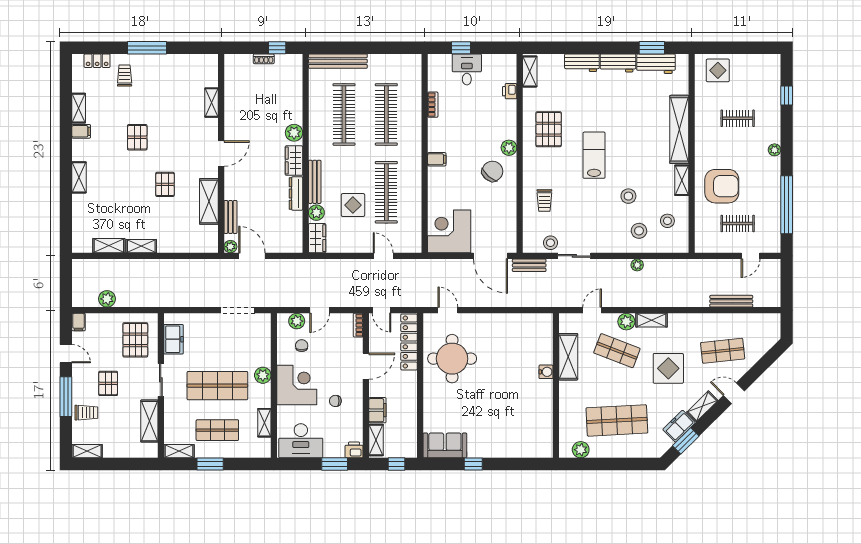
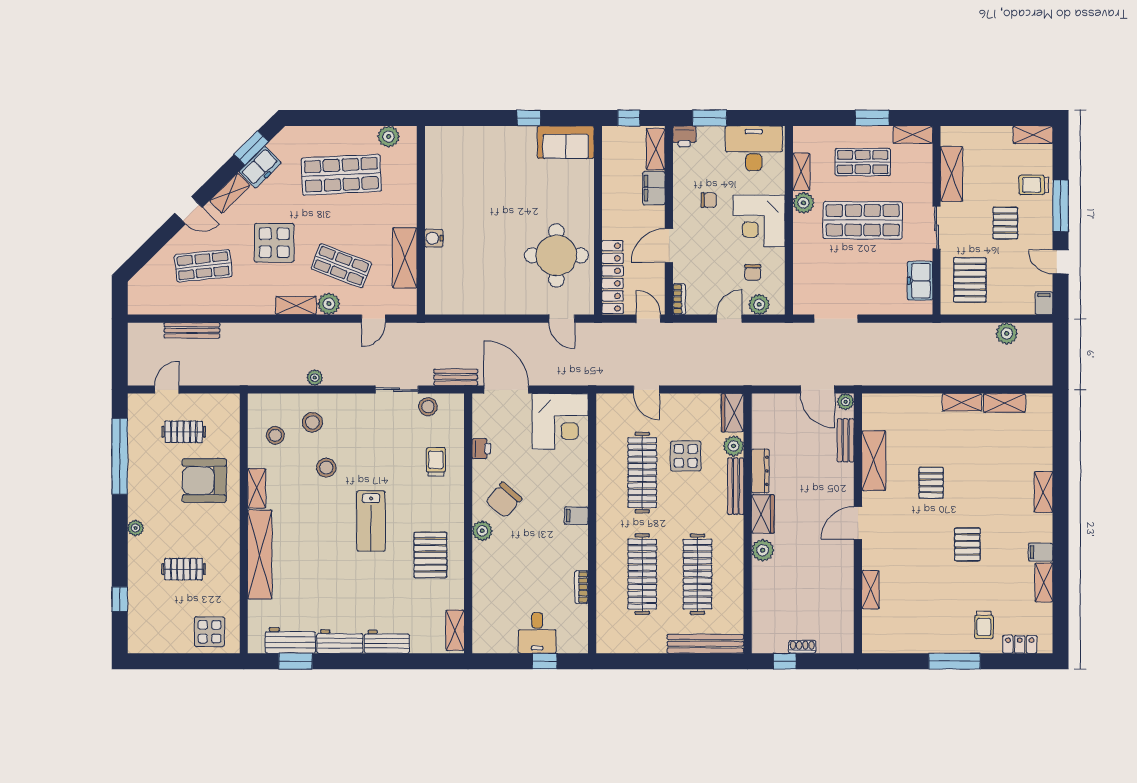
printer: (510, 91) -> (481, 449), moved
plant: (263, 375) -> (803, 203), moved

